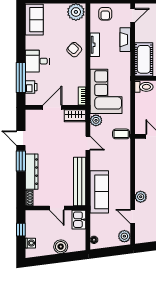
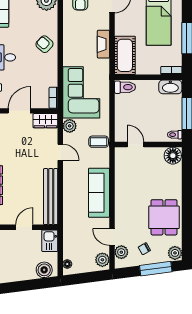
fireplace: (125, 40) -> (103, 44), moved
tv unit: (95, 45) -> (68, 39), removed
sofa: (99, 192) -> (99, 193), moved, turned 180
plant: (141, 197) -> (121, 252), moved
door: (57, 208) -> (24, 227), swing flipped
boiler: (61, 247) -> (44, 270), moved

